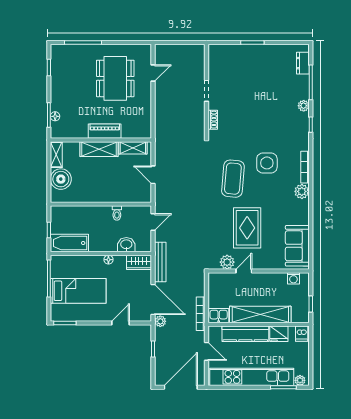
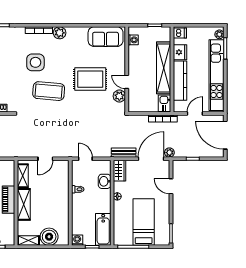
washing machine: (57, 212) -> (77, 240), added
bench: (160, 262) -> (124, 153), width x0.73

